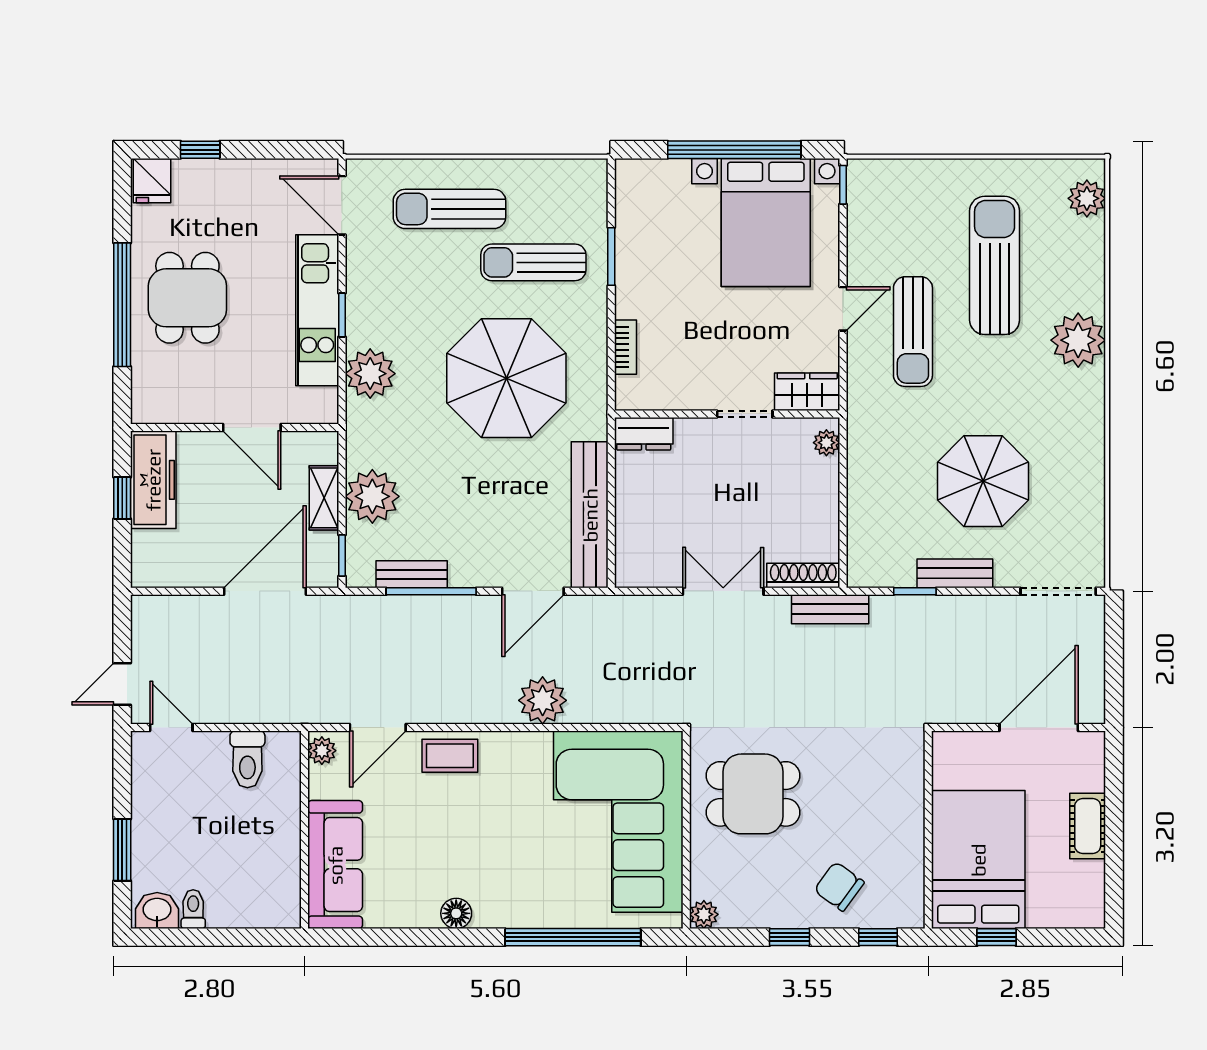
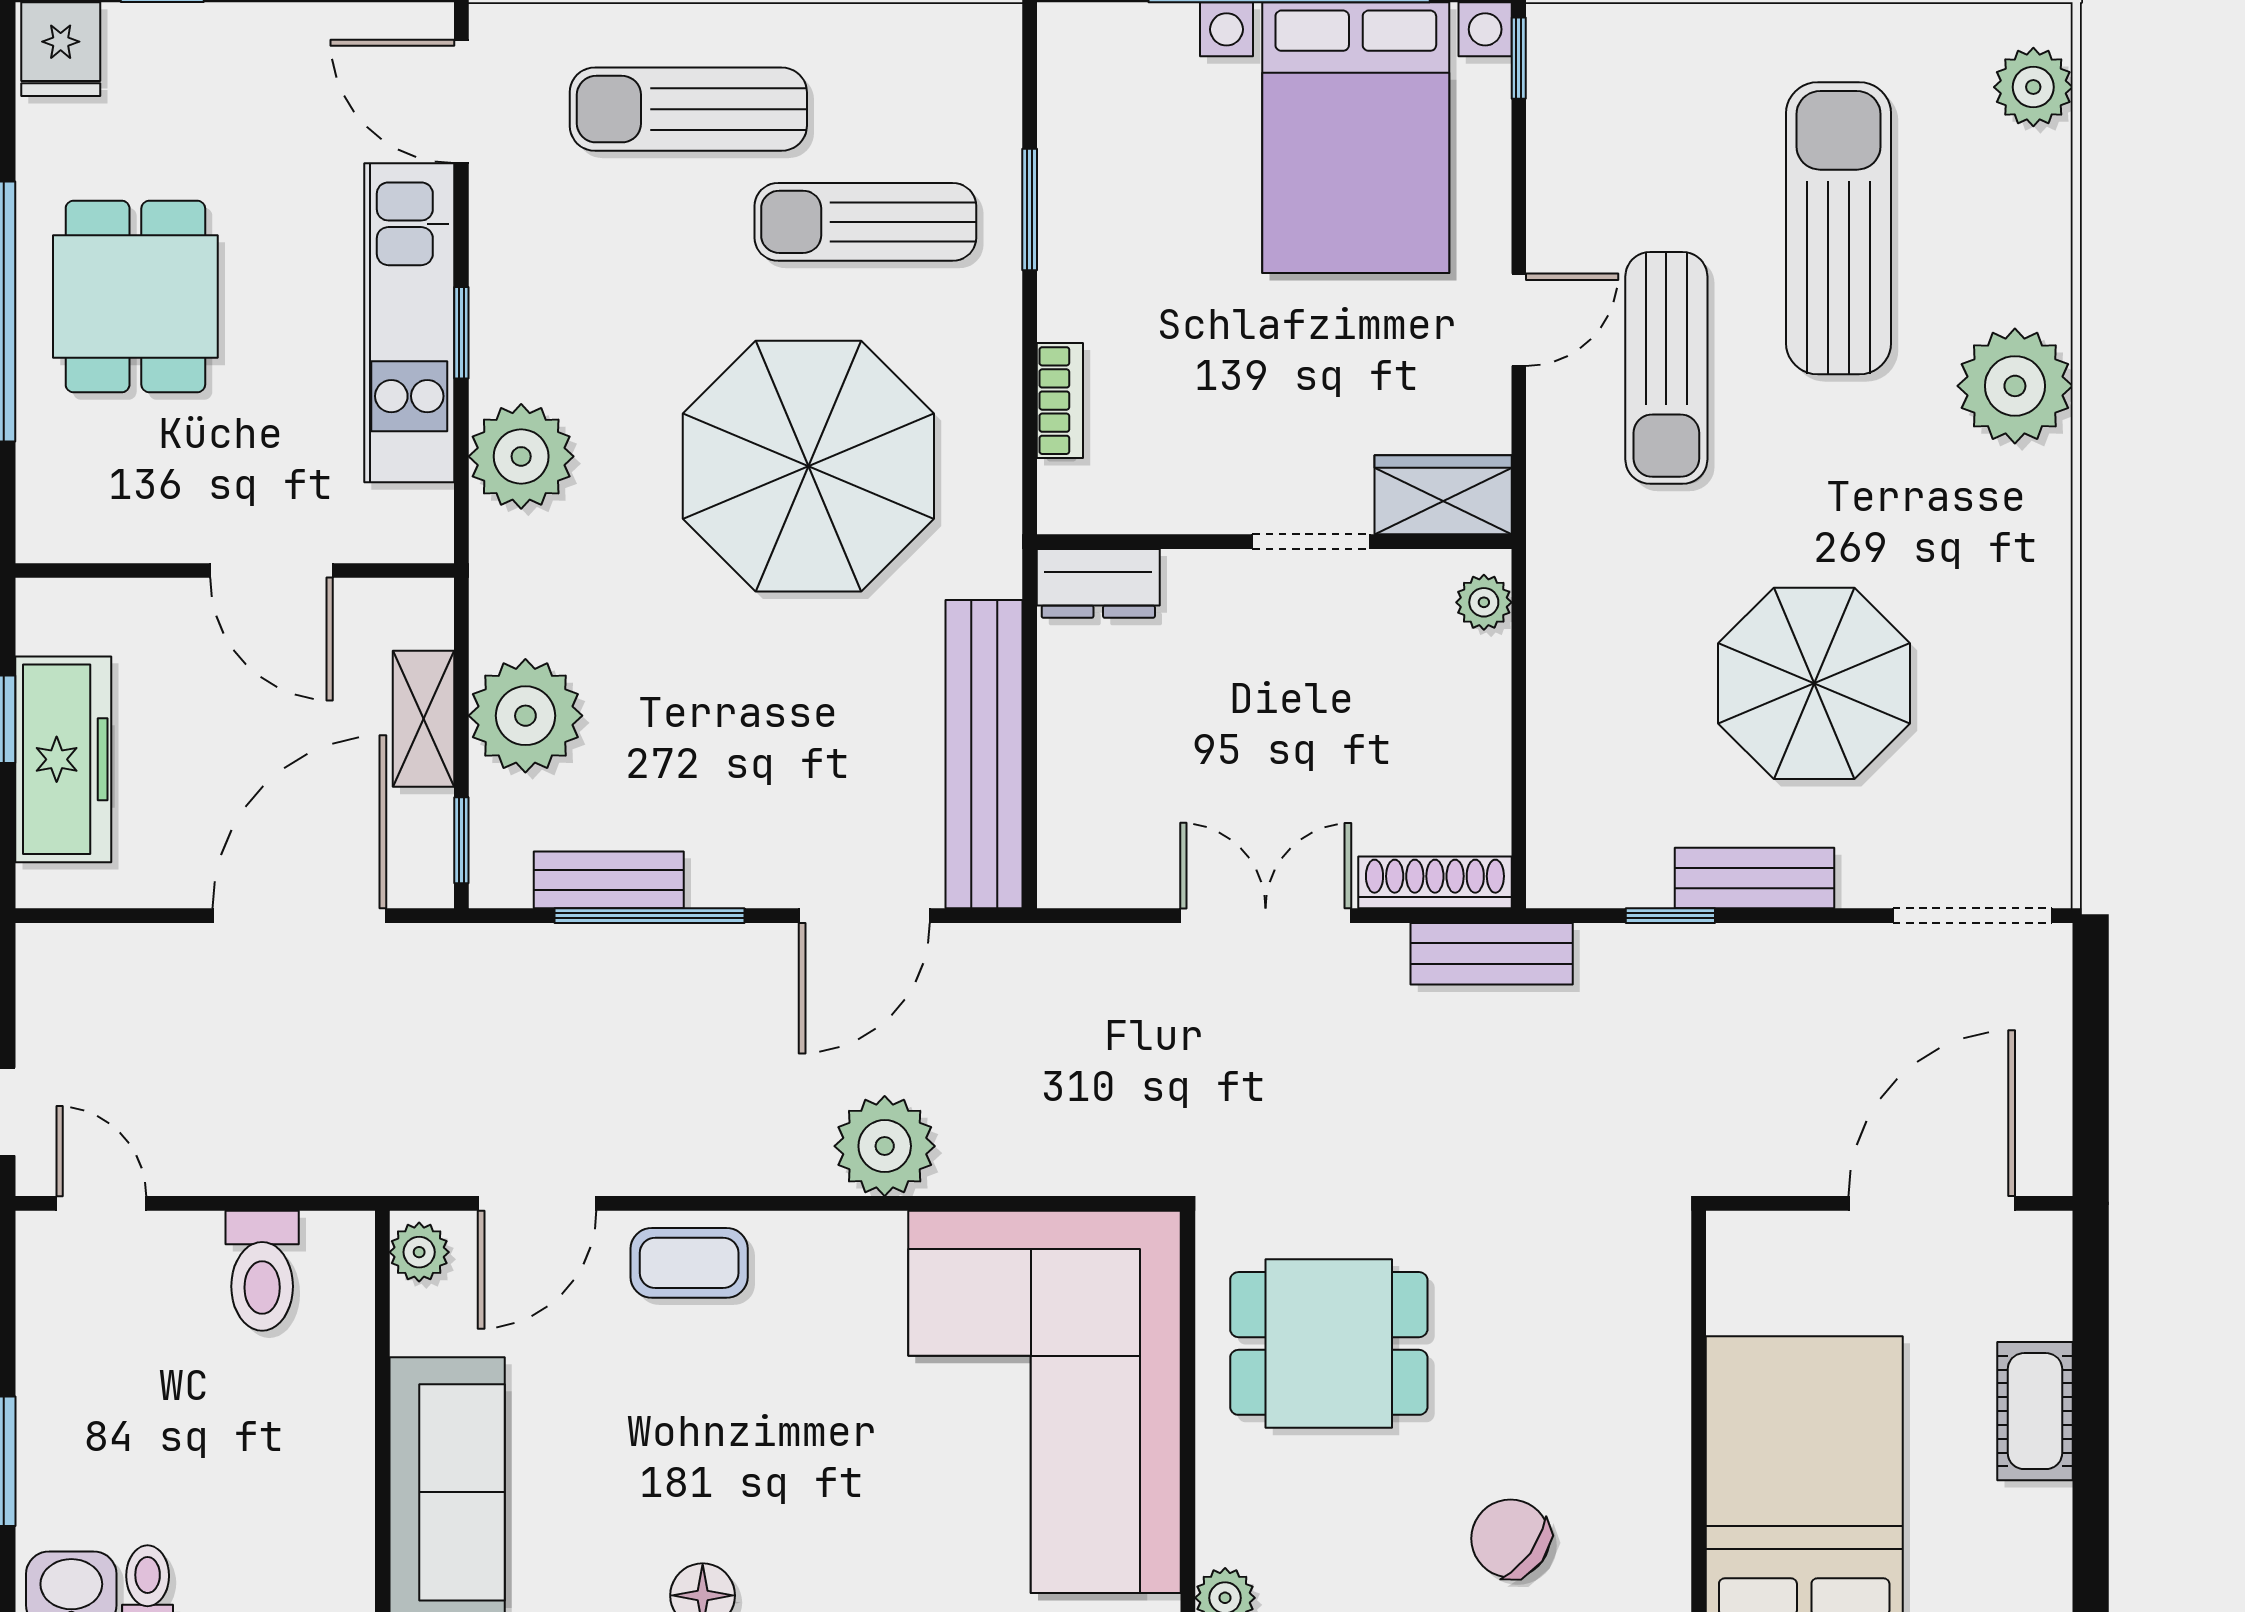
freezer: (153, 480) -> (63, 759), moved

